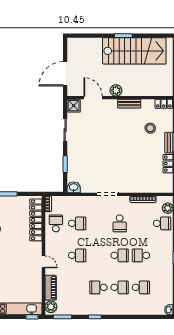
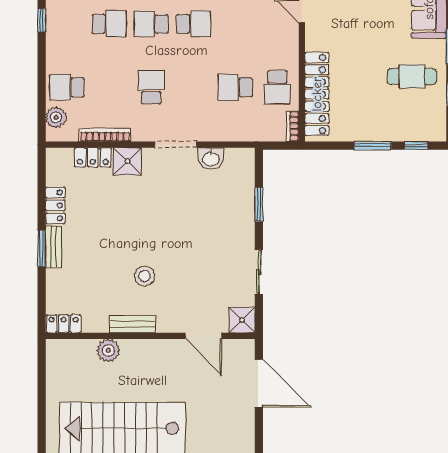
door: (65, 74) -> (259, 383), hinge flipped
plant: (116, 90) -> (108, 350), moved
stool: (150, 128) -> (145, 276), moved
shower: (132, 186) -> (127, 161), added
washbasin: (74, 187) -> (211, 158), moved
locker: (149, 188) -> (93, 157), added
school desk: (77, 255) -> (193, 24), moved, turned 180

